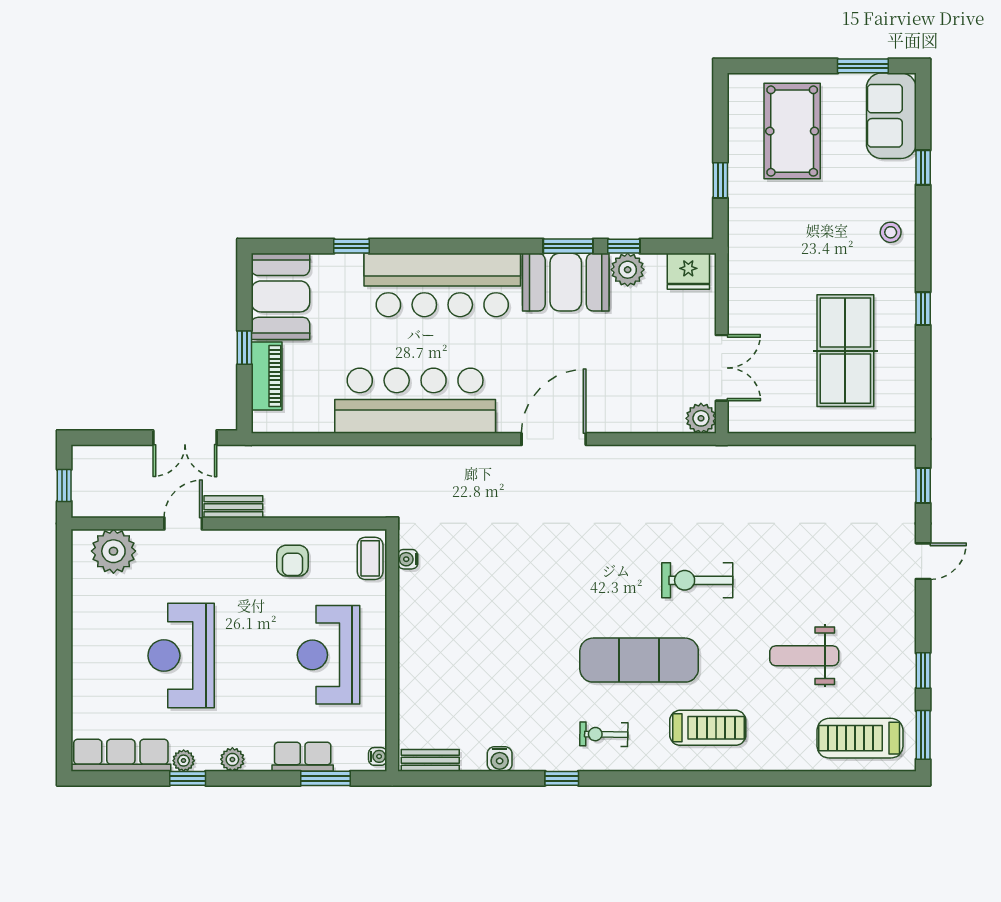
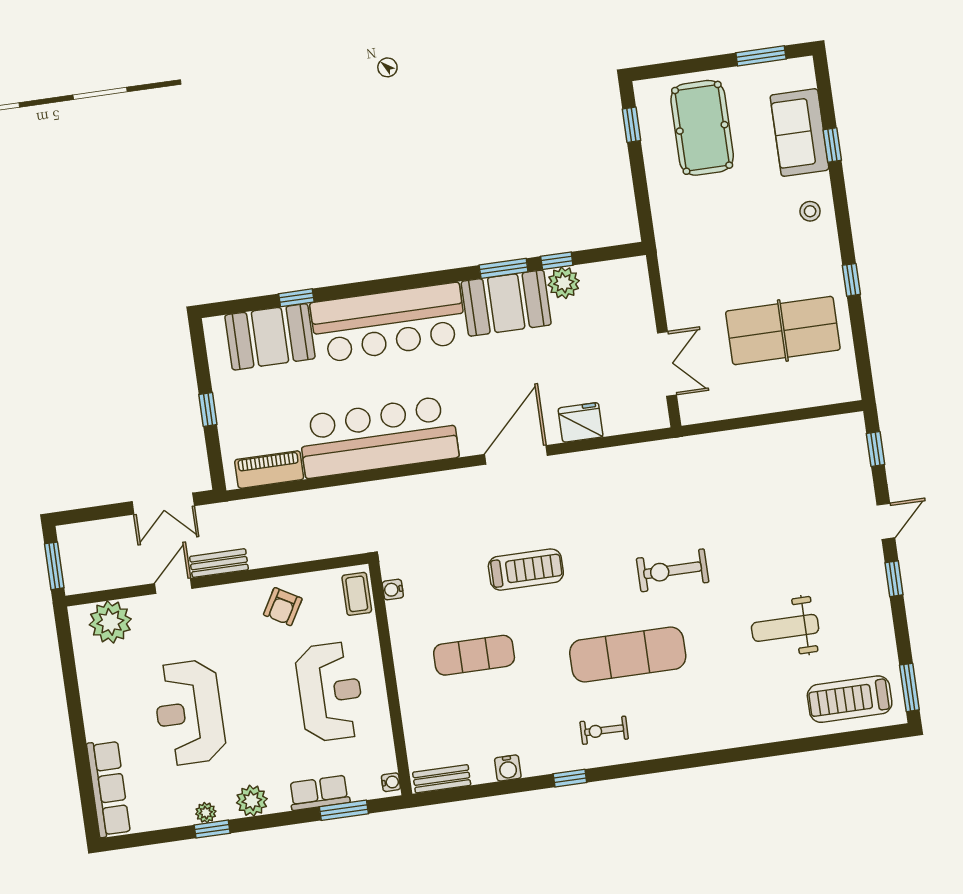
sofa: (891, 116) -> (799, 133), moved
window: (720, 180) -> (632, 125), moved
fridge: (688, 271) -> (581, 422), moved, turned 180
booth: (280, 296) -> (270, 337), moved, turned 90
table tennis table: (845, 351) -> (783, 331), turned 90
piano: (267, 376) -> (269, 470), moved, turned -90
plant: (701, 418) -> (654, 415), removed
window: (64, 485) -> (54, 566), width x1.50
armchair: (292, 561) -> (283, 607), turned 30
exercise mat: (481, 638) -> (474, 655), added
reception desk: (329, 655) -> (330, 692), turned 180
window: (923, 671) -> (894, 579), moved
treadmill: (708, 728) -> (526, 570), moved
row of seats: (121, 755) -> (108, 789), moved, turned 90
plant: (232, 759) -> (252, 801), width x1.38, depth x1.38

